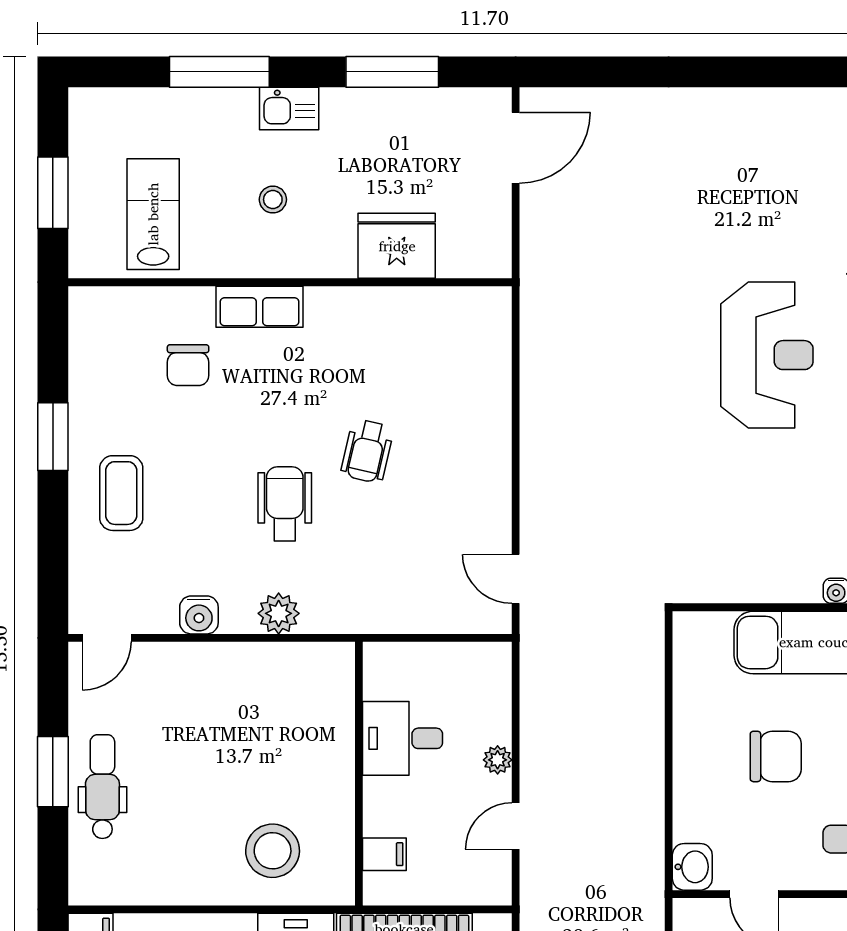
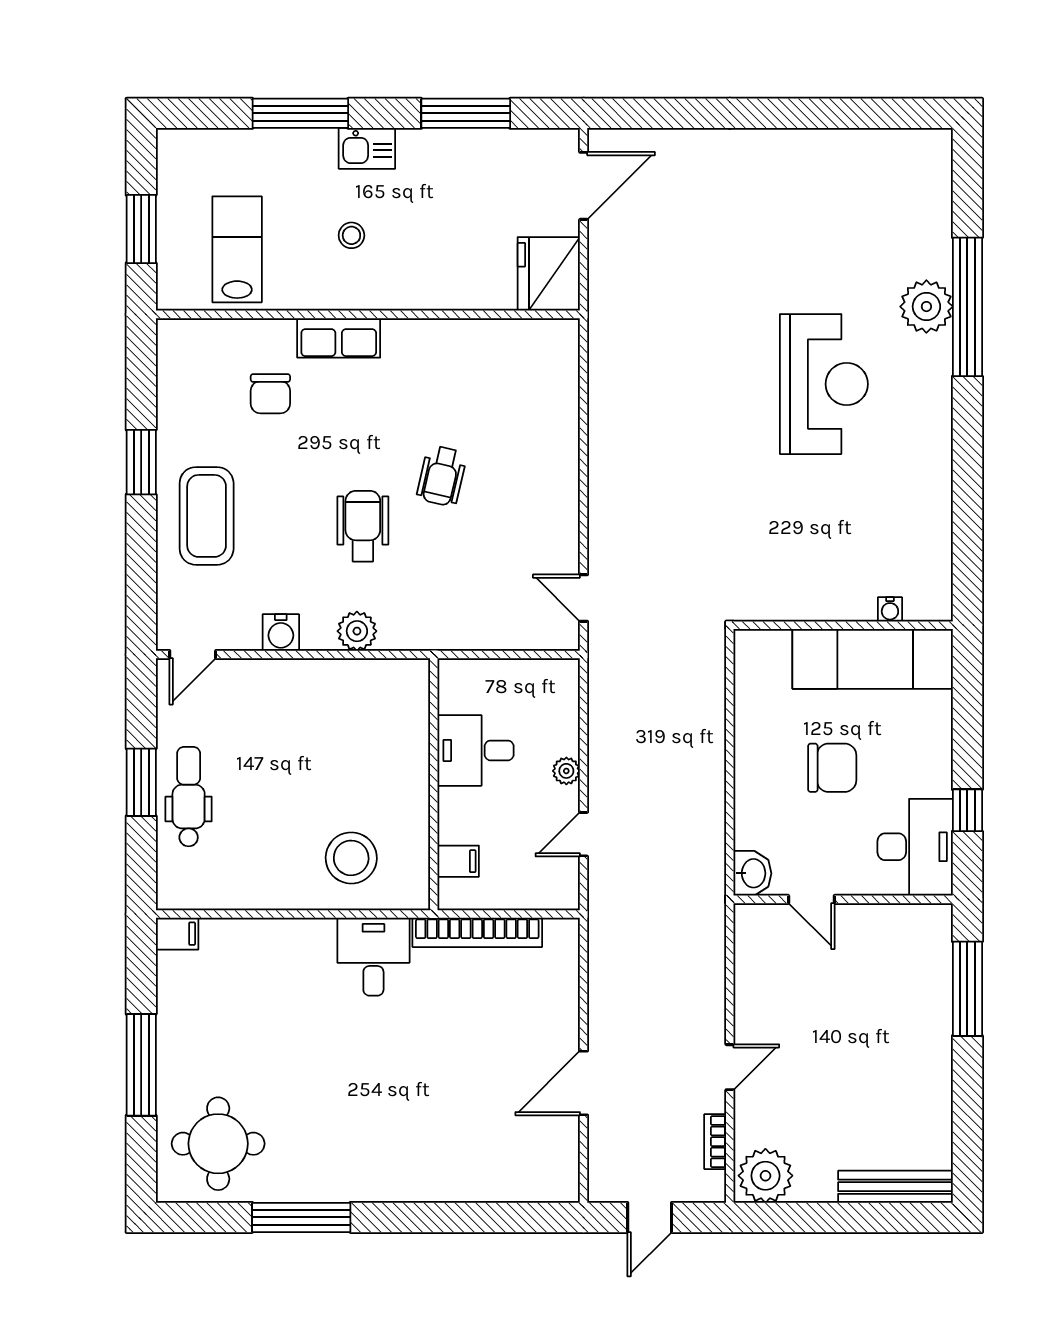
fridge: (397, 246) -> (549, 274), moved, turned -90
coffee table: (121, 493) -> (207, 516), width x1.36, depth x1.32

